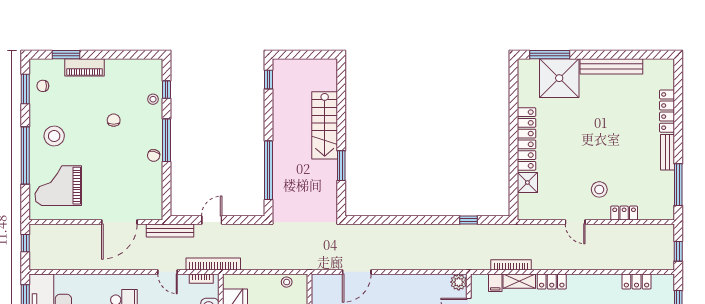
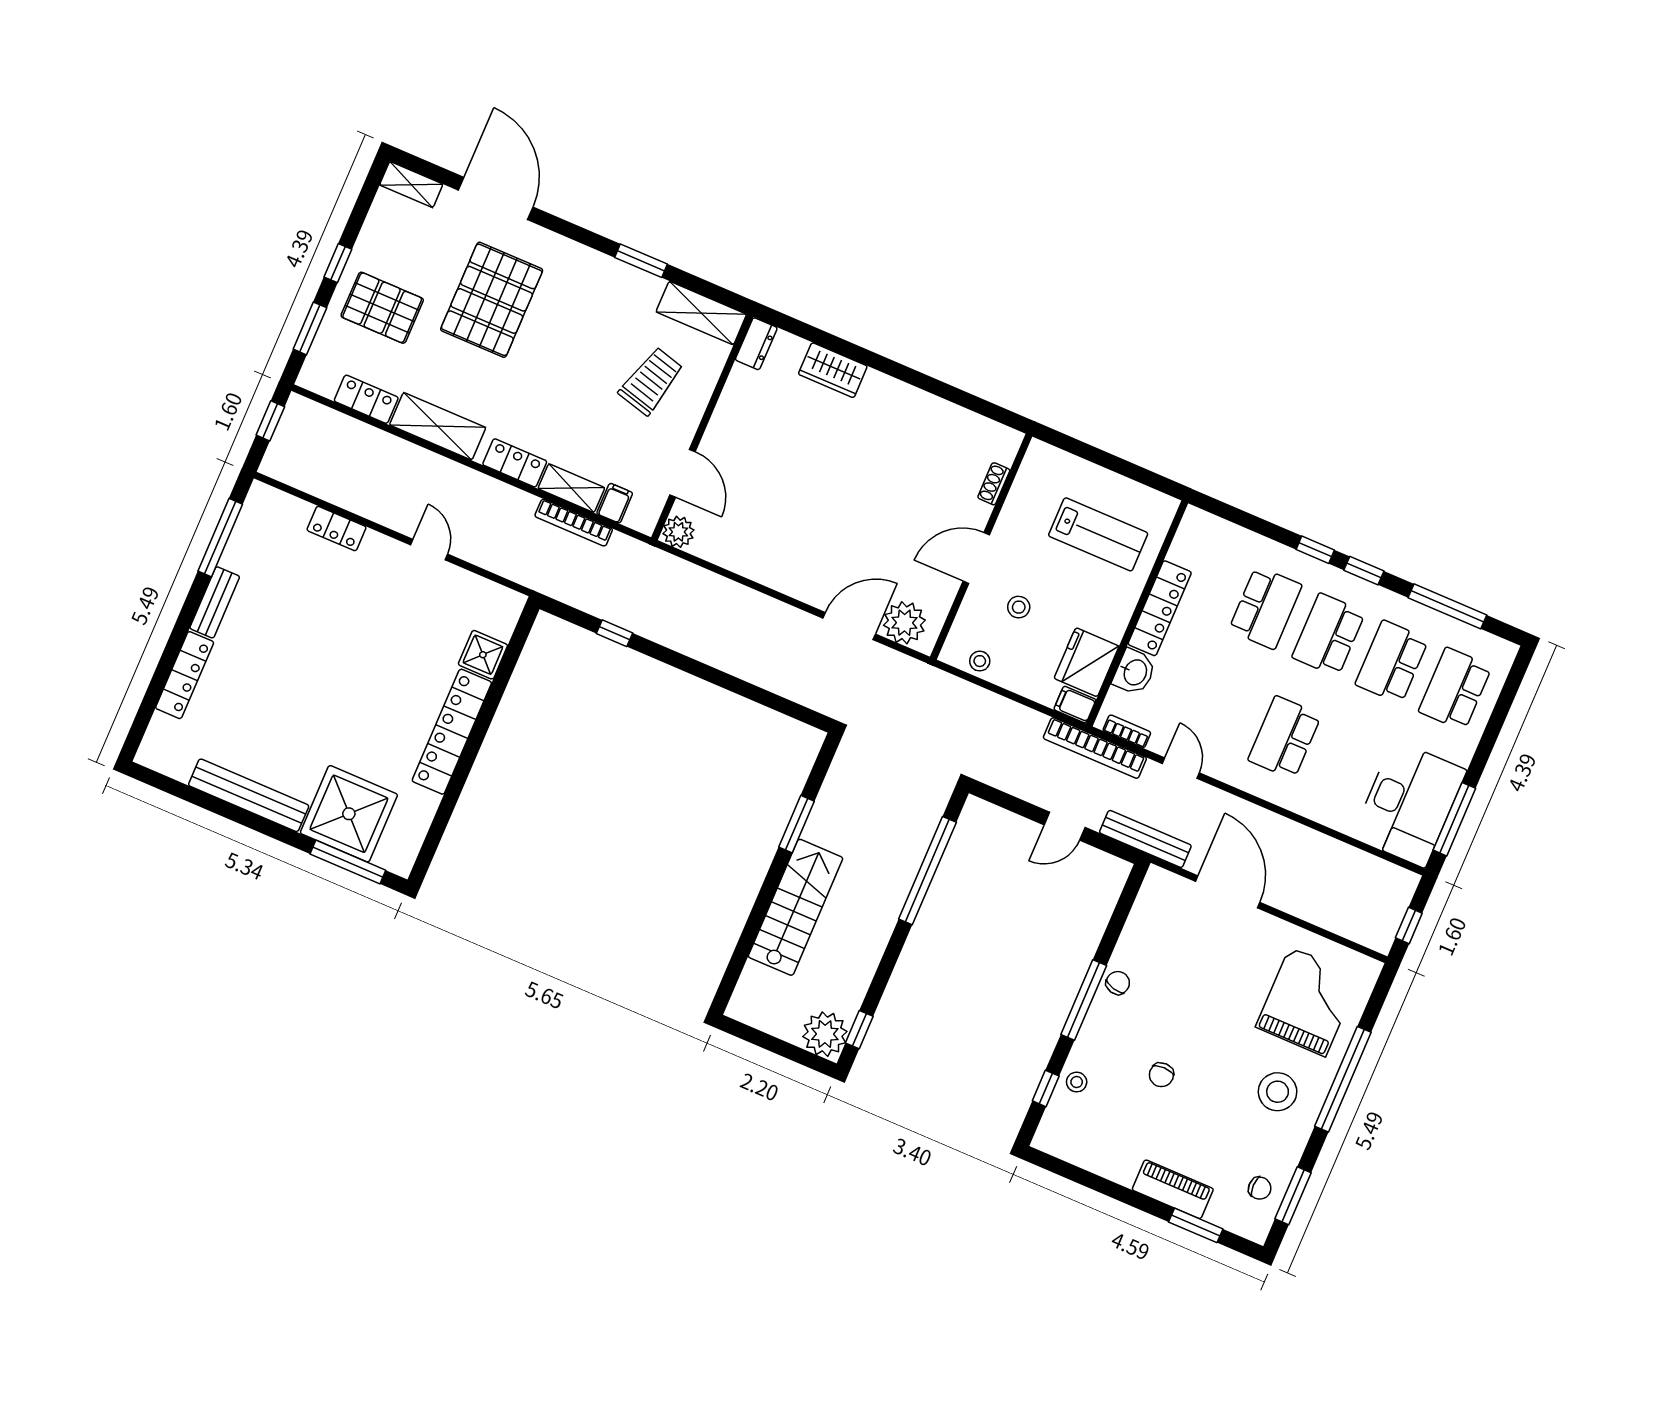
plant: (284, 70) -> (825, 1034), added
grand piano: (58, 186) -> (1308, 1002), turned -90
stool: (599, 189) -> (362, 589), removed
door: (119, 222) -> (1228, 892), hinge flipped
filing cabinet: (232, 281) -> (1075, 705), added
shelving: (596, 283) -> (438, 426), added
plant: (331, 285) -> (904, 623), added

